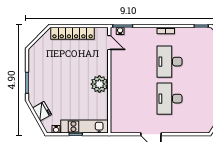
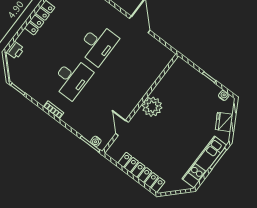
door: (109, 43) -> (122, 128), moved
kitchen unit: (84, 127) -> (204, 162), moved, turned 90

